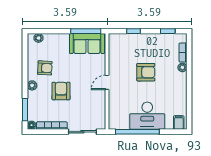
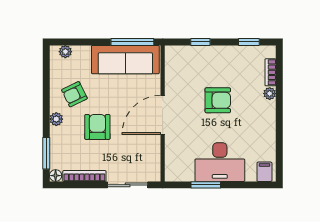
sofa: (87, 44) -> (125, 60), width x1.36
armchair: (45, 68) -> (74, 94), turned 151
door: (107, 82) -> (163, 115), width x1.87
window: (137, 132) -> (206, 185), width x0.47

